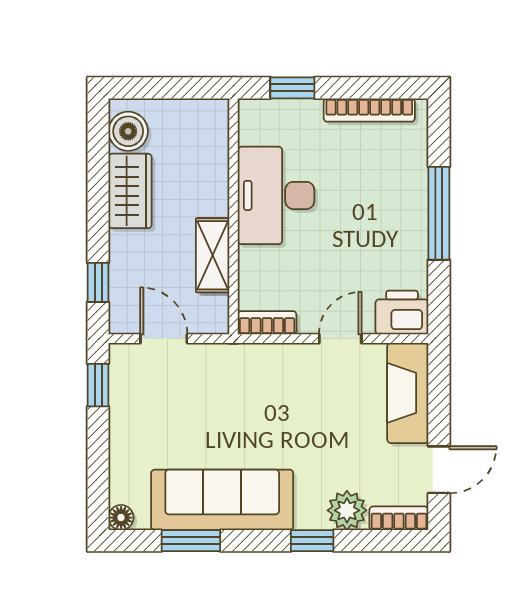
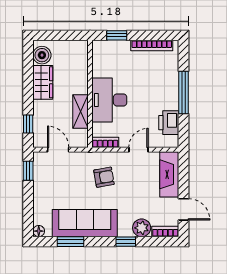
desk: (276, 195) -> (109, 100), moved
printer: (402, 313) -> (169, 123), moved, turned -90
armchair: (264, 399) -> (104, 177), added
door: (439, 470) -> (184, 209), hinge flipped

